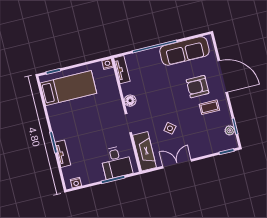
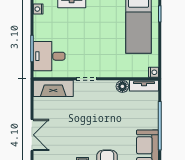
floor lamp: (130, 101) -> (122, 86), moved
side table: (170, 128) -> (71, 121), removed
double door: (177, 164) -> (32, 135), moved

